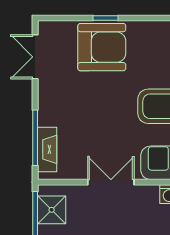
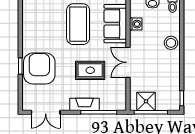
rug: (99, 125) -> (90, 70), added
fireplace: (47, 149) -> (84, 104), moved

